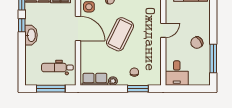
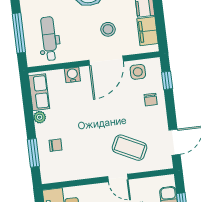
stool: (56, 24) -> (108, 29), added
coffee table: (120, 34) -> (130, 148), moved, width x0.73, depth x0.76
water cooler: (85, 54) -> (72, 75), added

